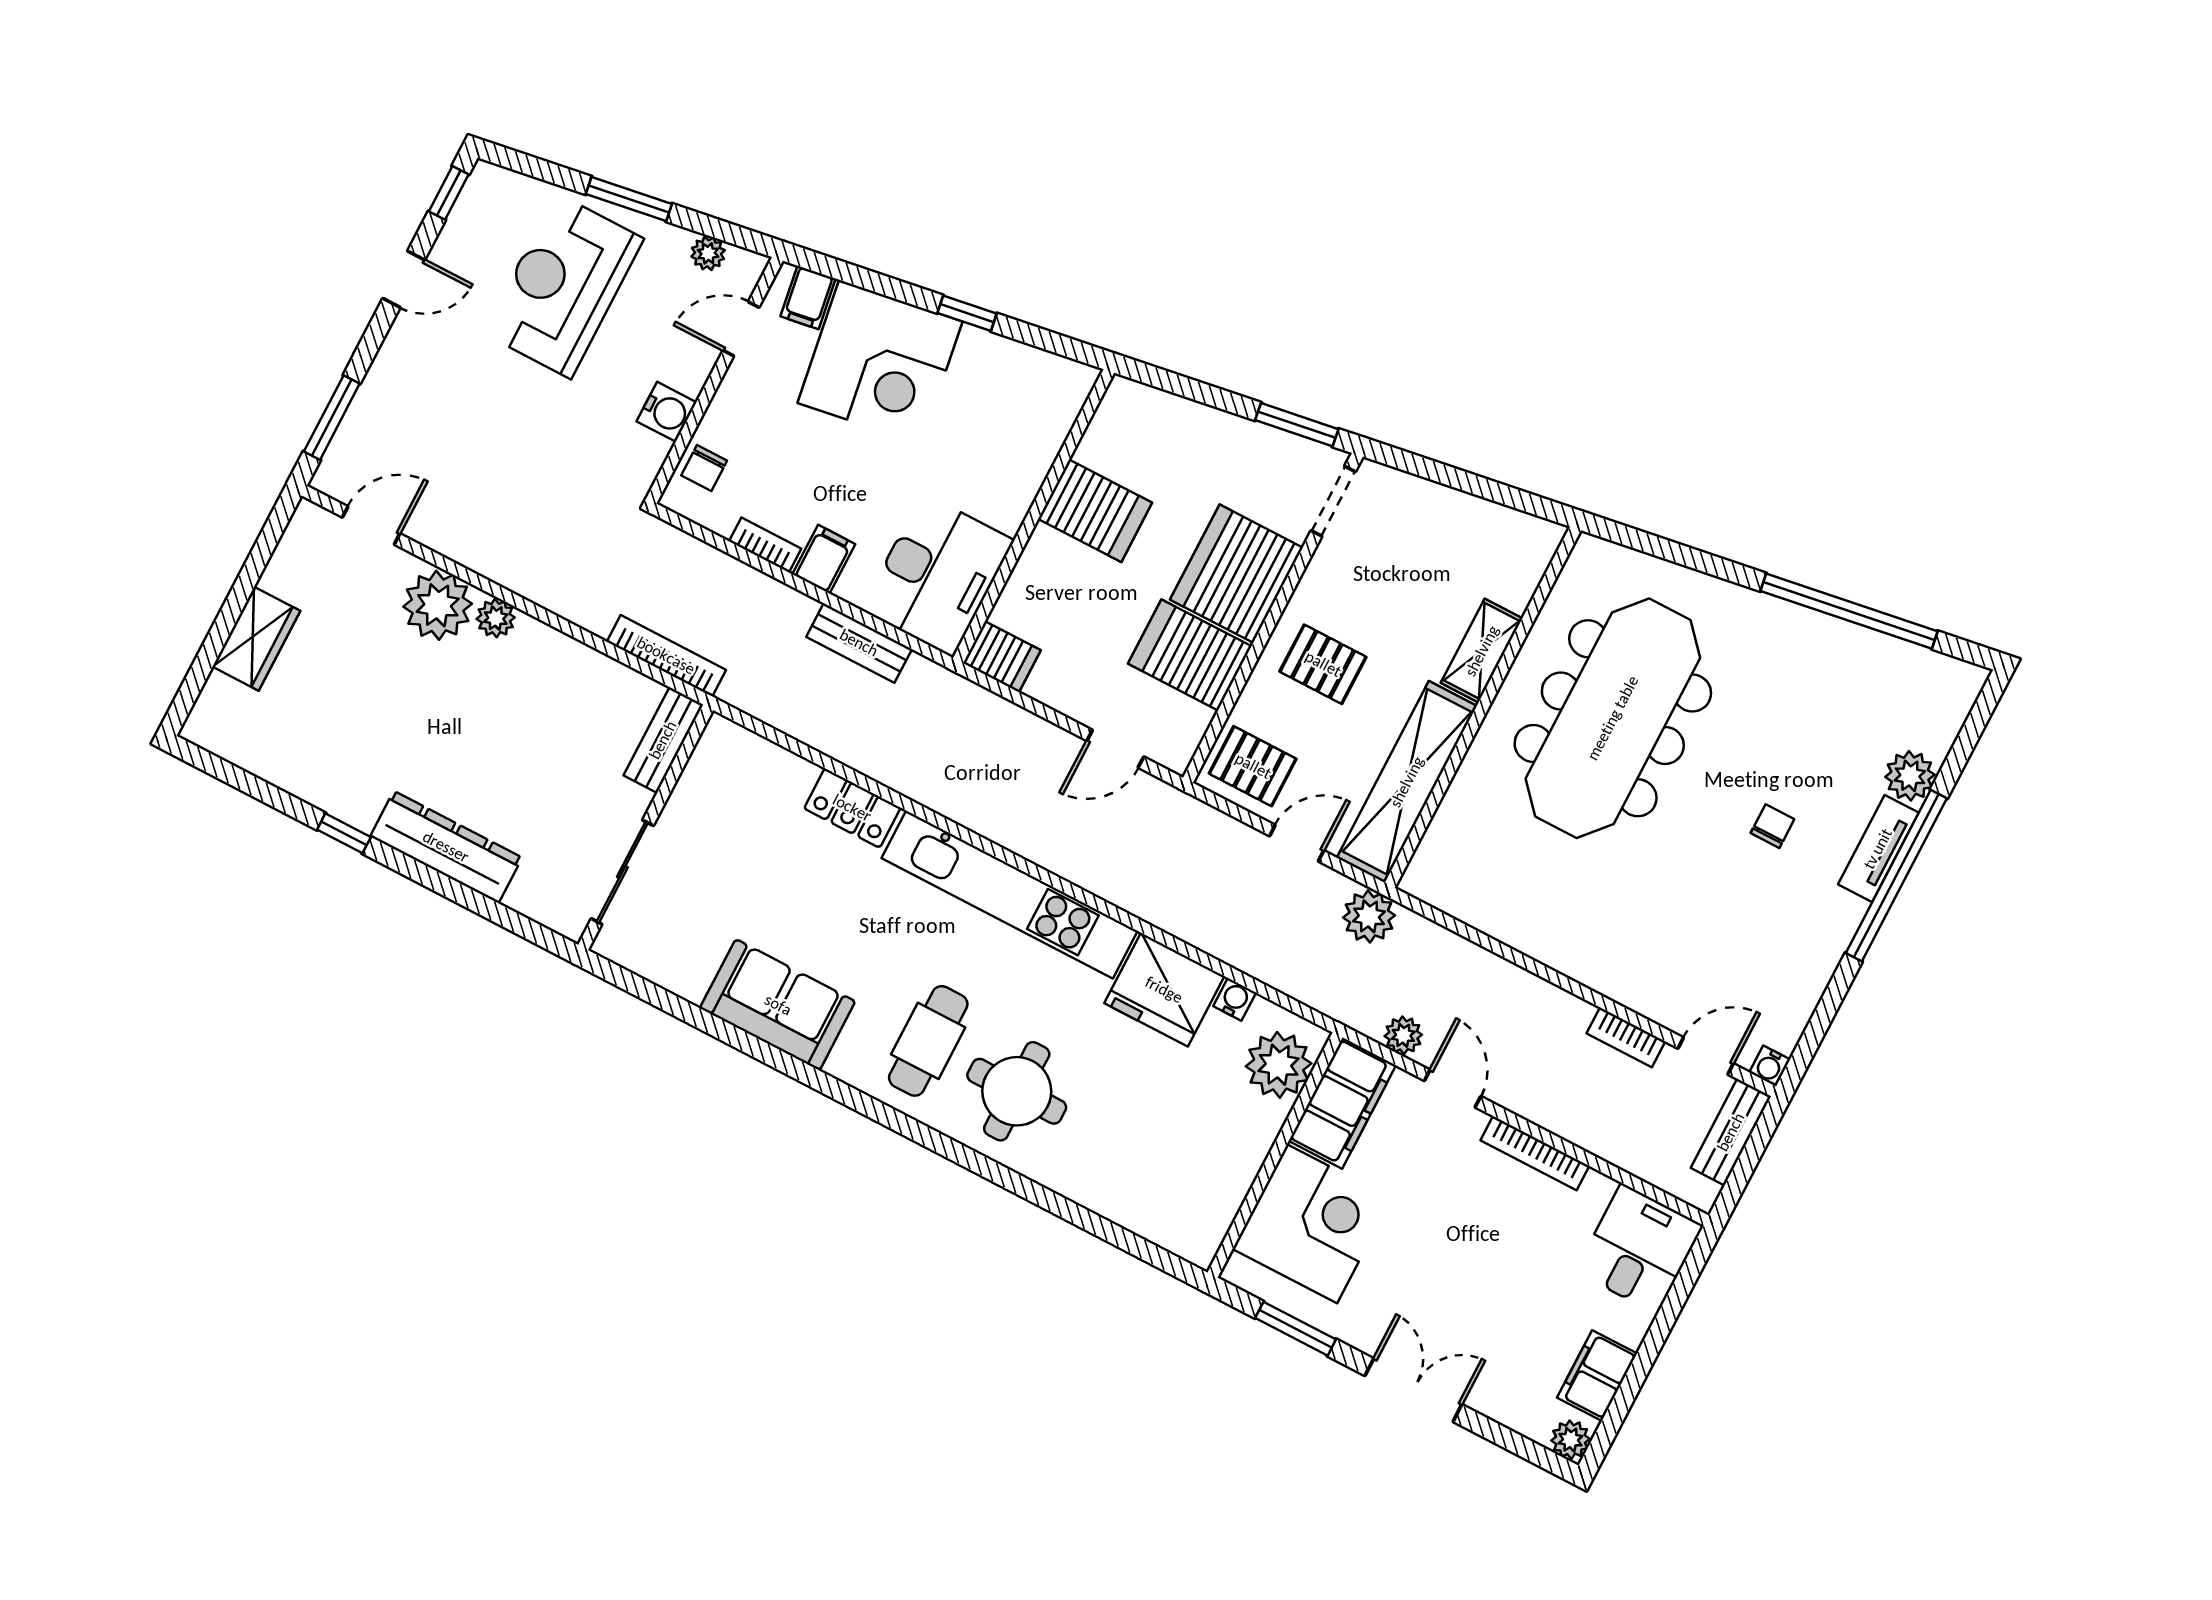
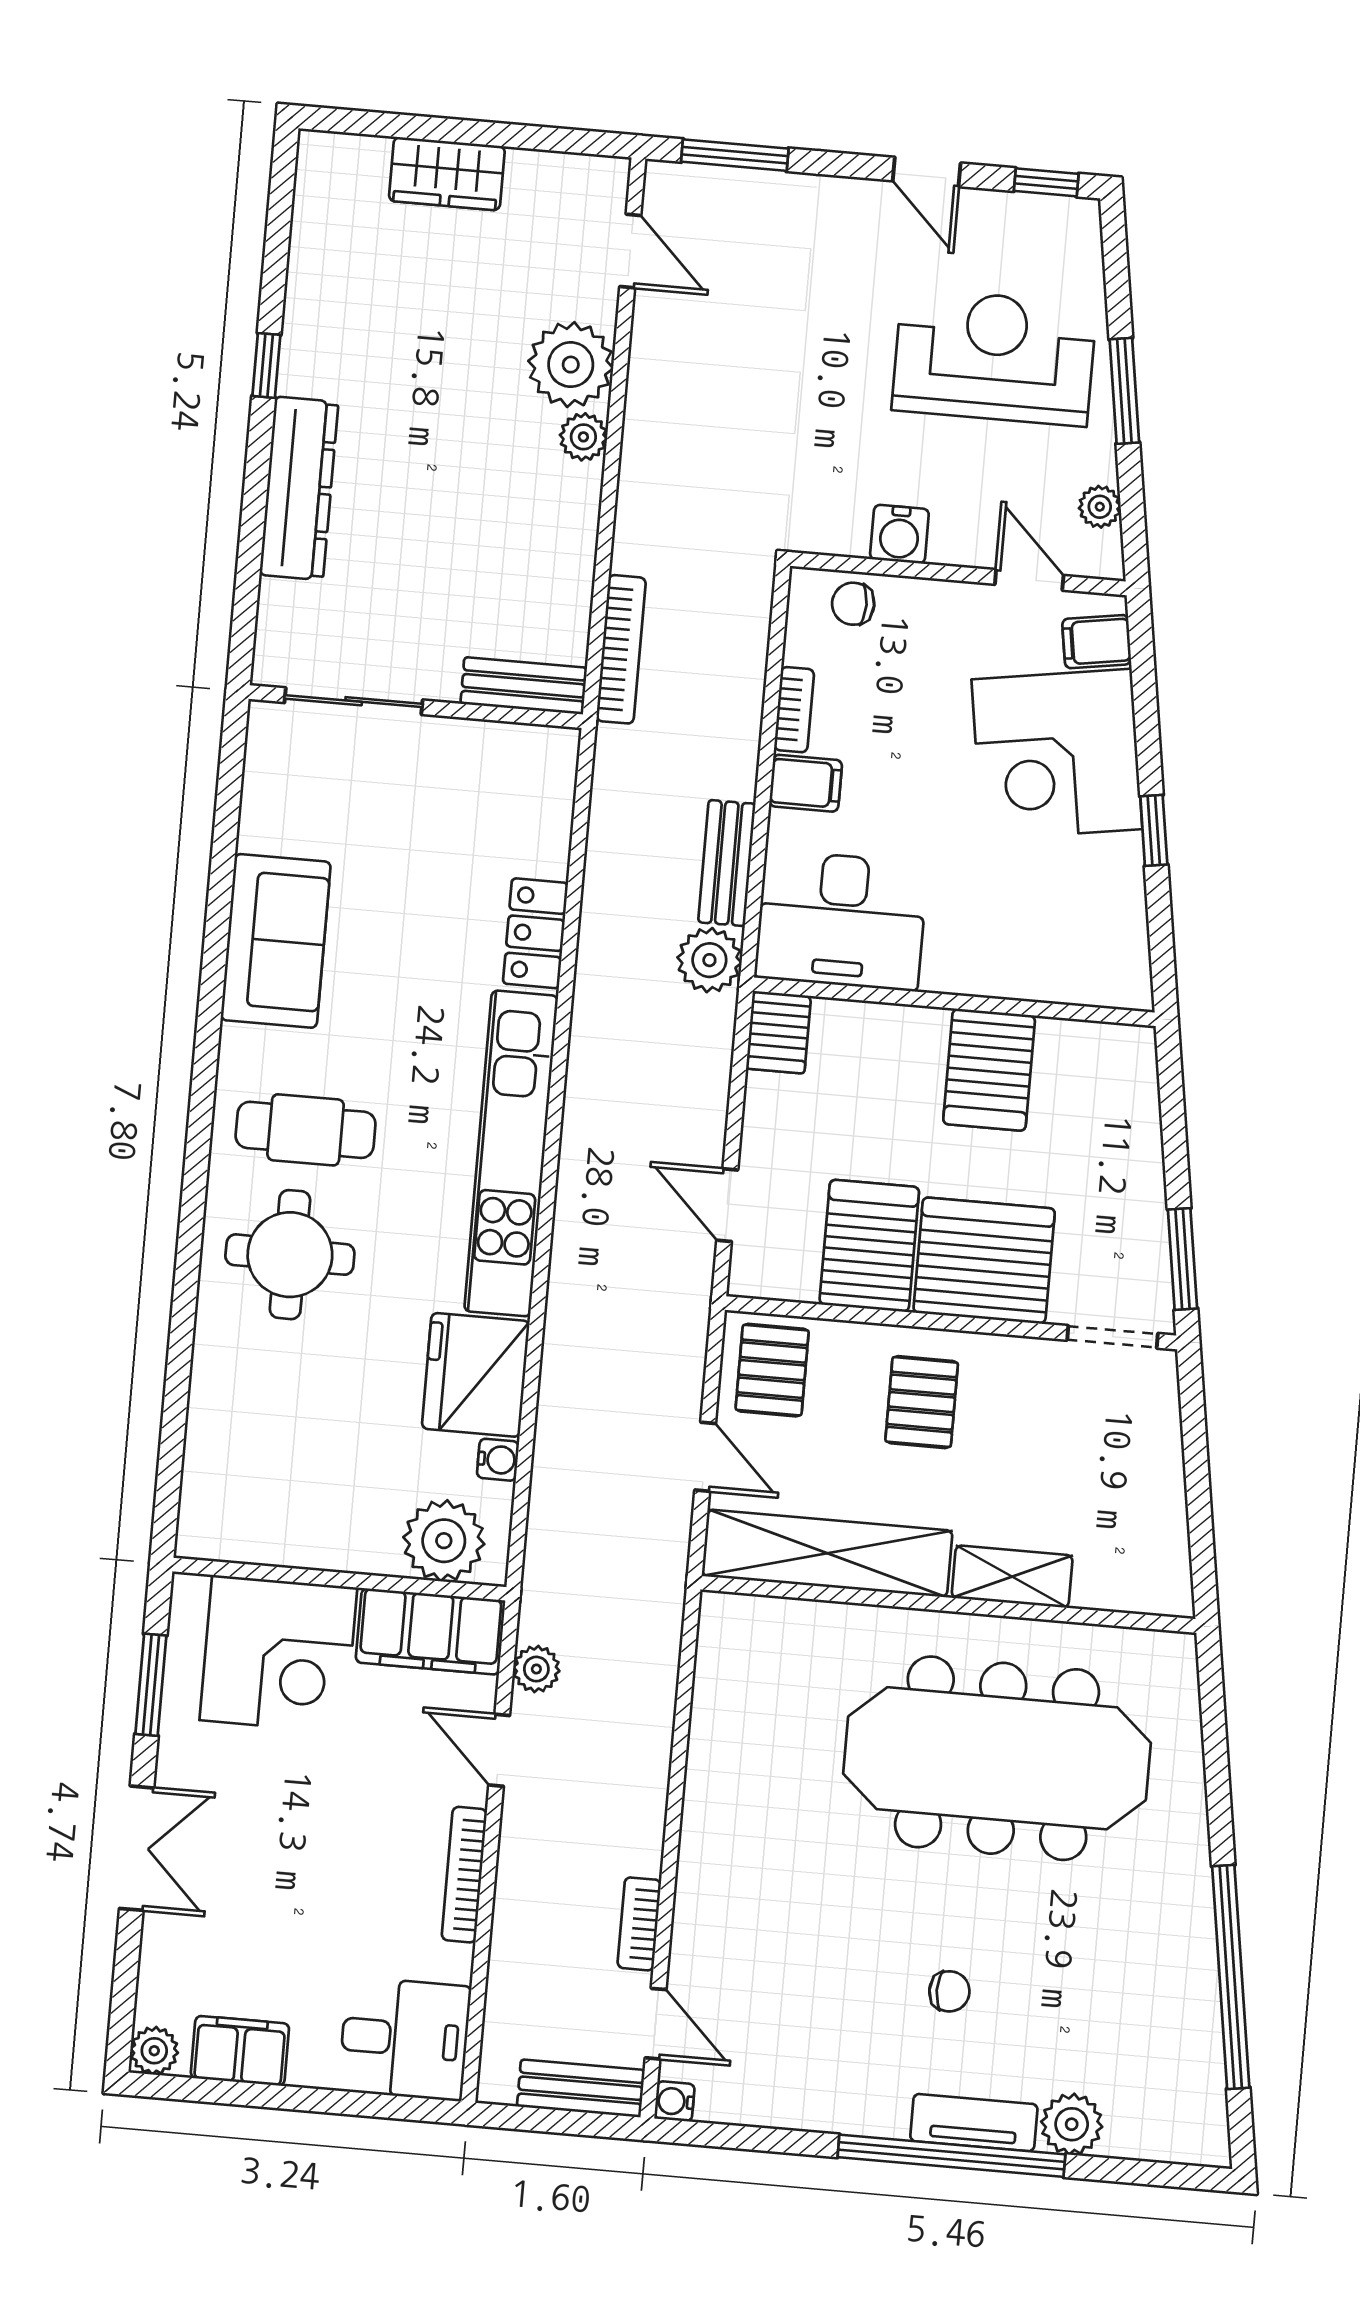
plant: (1369, 916) -> (709, 960), moved
door: (1453, 1088) -> (499, 1750), swing flipped

